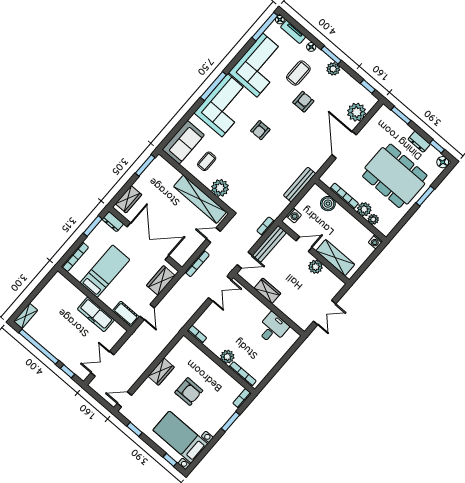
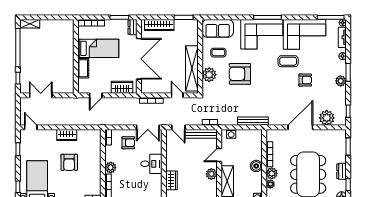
coffee table: (298, 73) -> (288, 61), moved
armchair: (260, 130) -> (240, 74), moved, width x1.88, depth x1.88
wardrobe: (129, 199) -> (159, 25), width x1.50
boiler: (328, 204) -> (256, 166), moved
door: (304, 244) -> (219, 155), swing flipped
wardrobe: (267, 291) -> (172, 180), moved
freezer: (96, 314) -> (67, 66), removed
cot: (126, 314) -> (83, 68), moved
armchair: (218, 320) -> (128, 143), added
desk: (272, 328) -> (151, 164), moved

